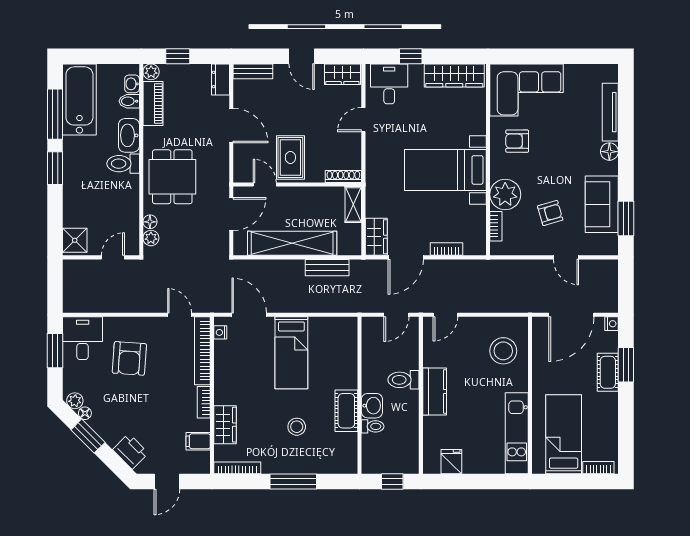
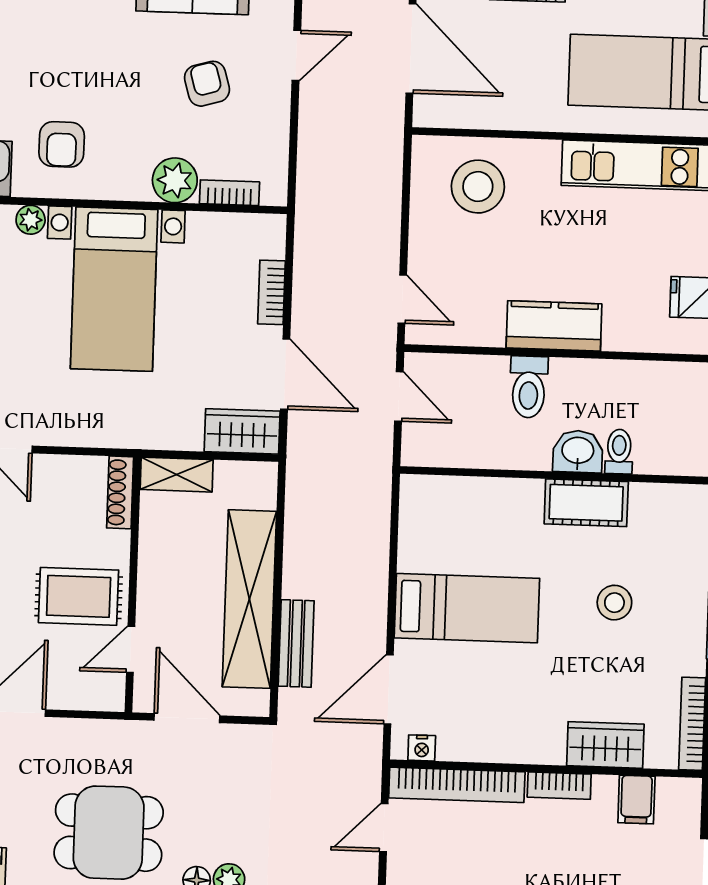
plant: (479, 127) -> (31, 220), added
plant: (505, 194) -> (175, 180), width x0.73, depth x0.73
bench: (327, 268) -> (296, 643), moved

